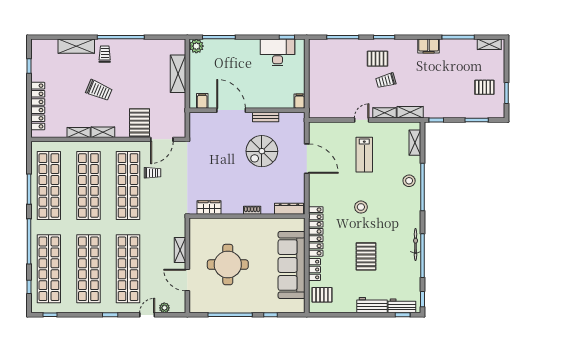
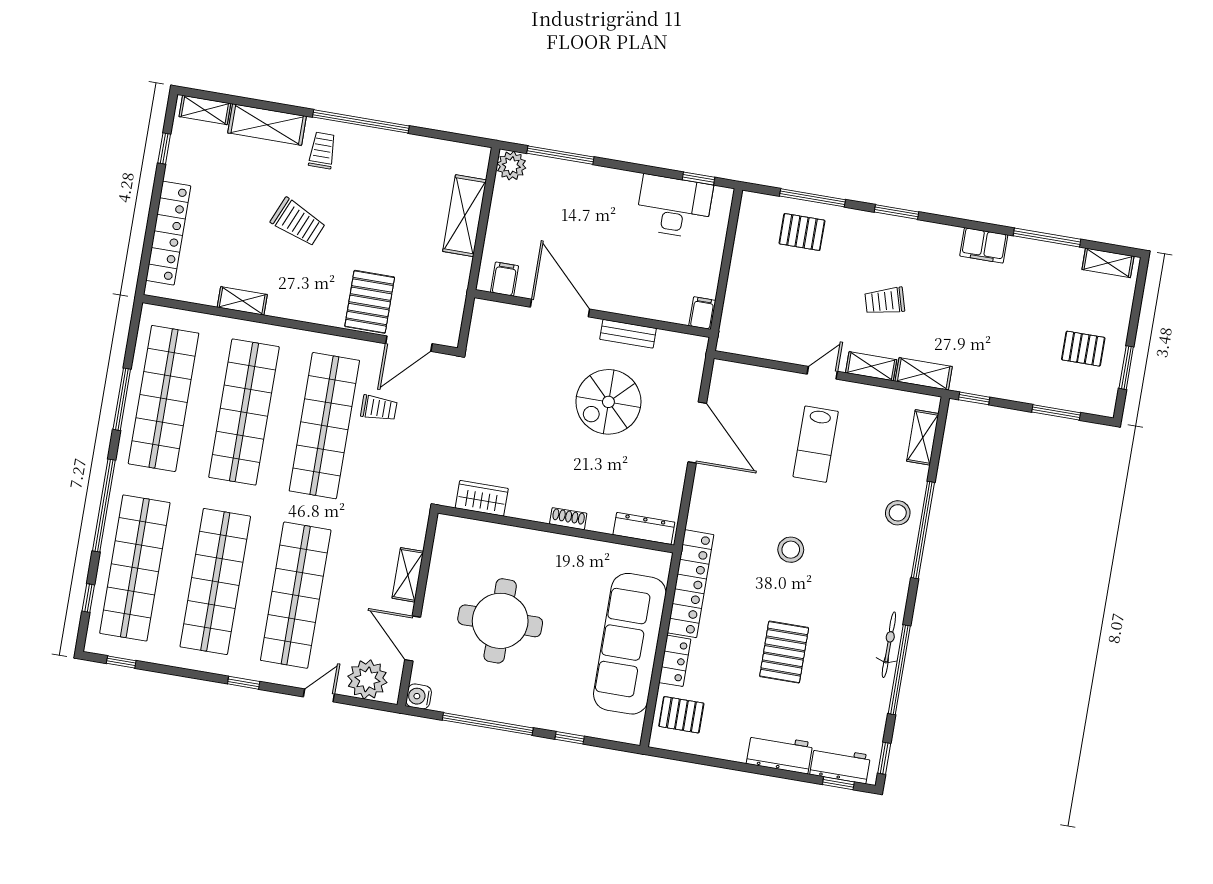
pallet: (378, 59) -> (802, 232), moved
shelving: (103, 132) -> (205, 110), moved
water cooler: (195, 307) -> (419, 696), added
plant: (164, 308) -> (367, 679), width x1.88, depth x1.88

